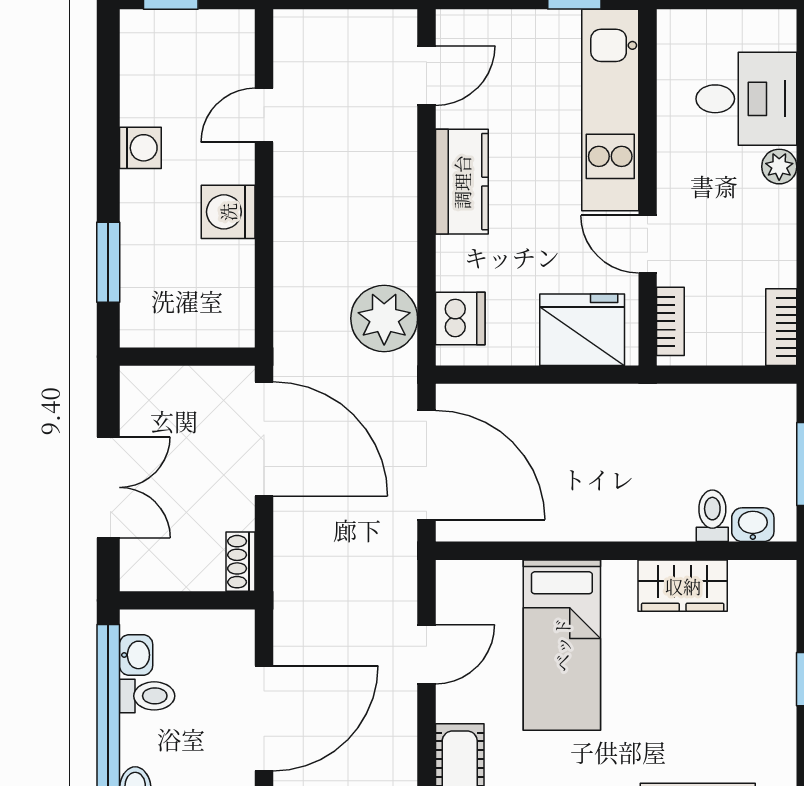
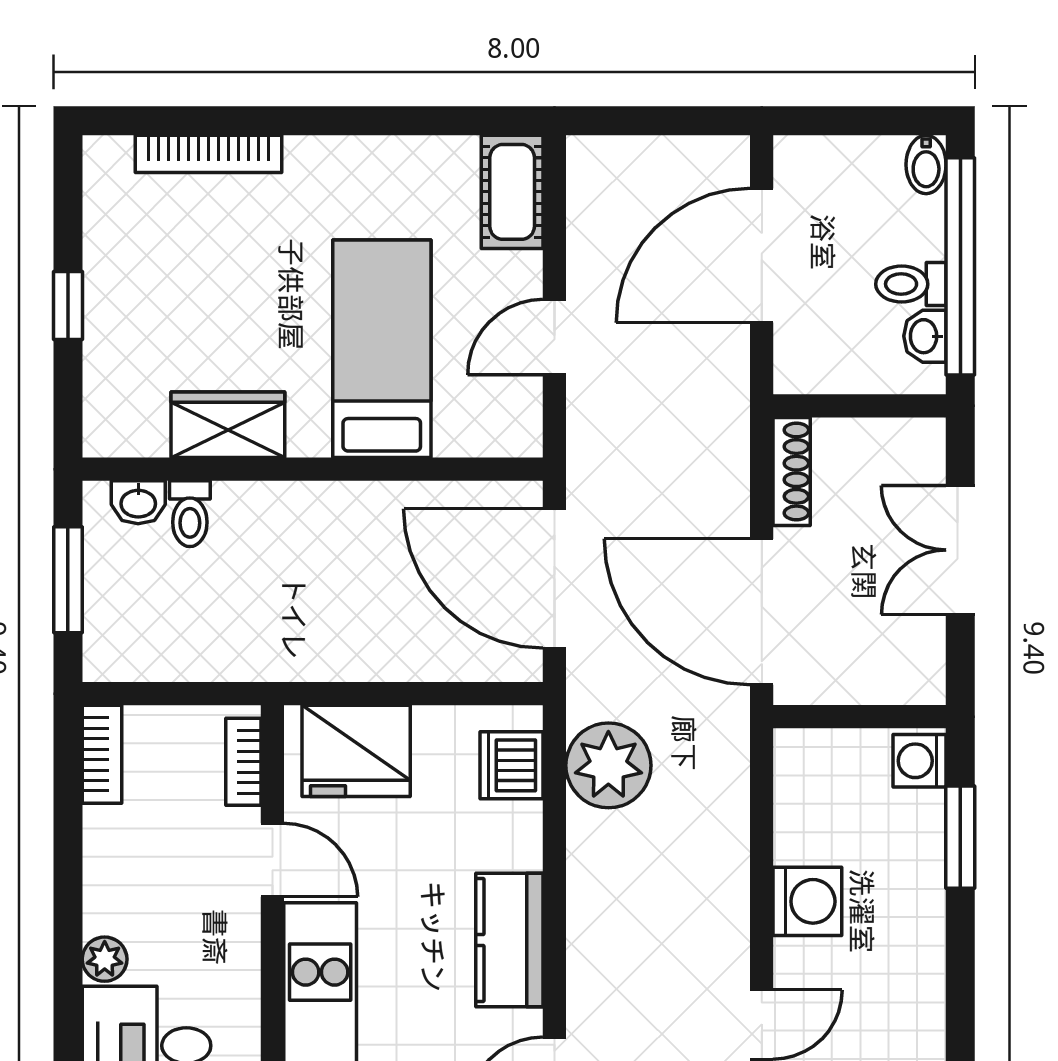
washing machine: (140, 148) -> (919, 761), moved
shoe rack: (241, 562) -> (792, 471), width x1.43

